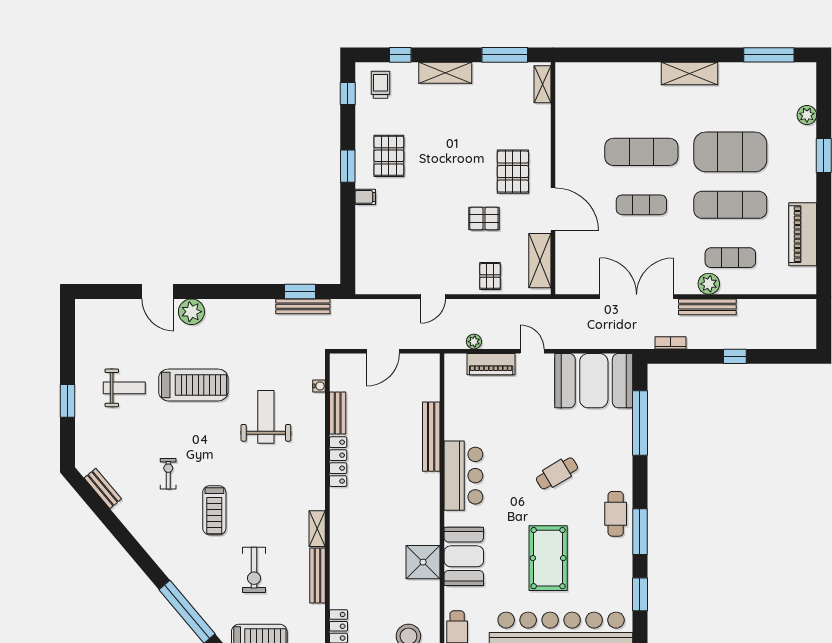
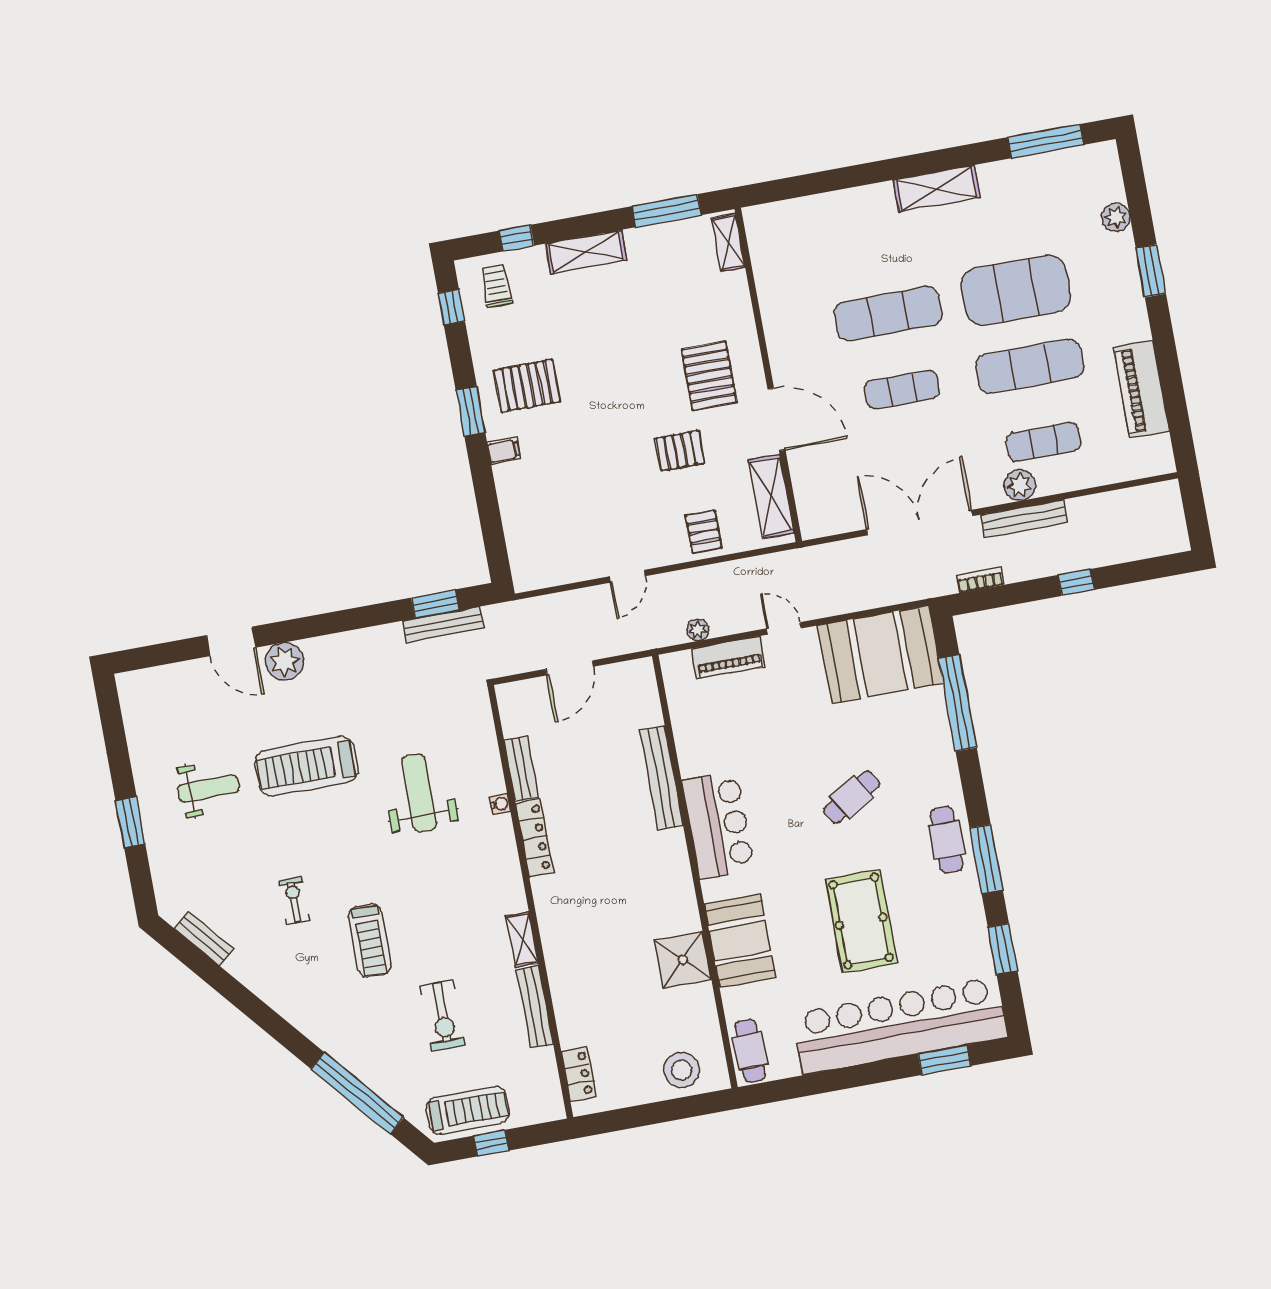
pallet: (389, 156) -> (527, 386), turned 90
treadmill: (193, 385) -> (307, 766), turned 180
water cooler: (319, 386) -> (500, 804), moved

